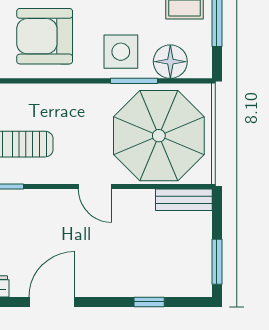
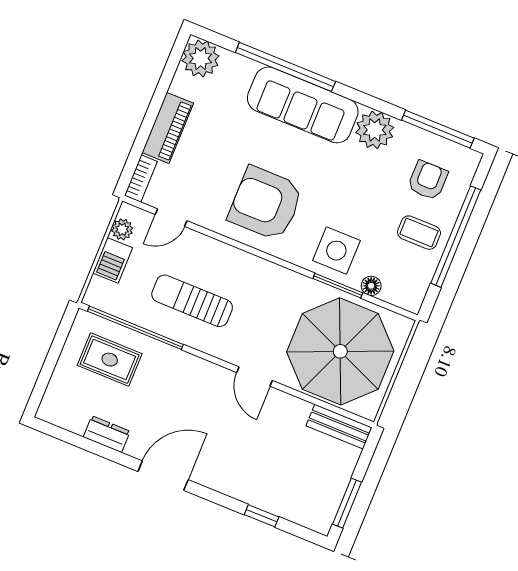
floor lamp: (170, 62) -> (371, 286), width x0.53, depth x0.53

